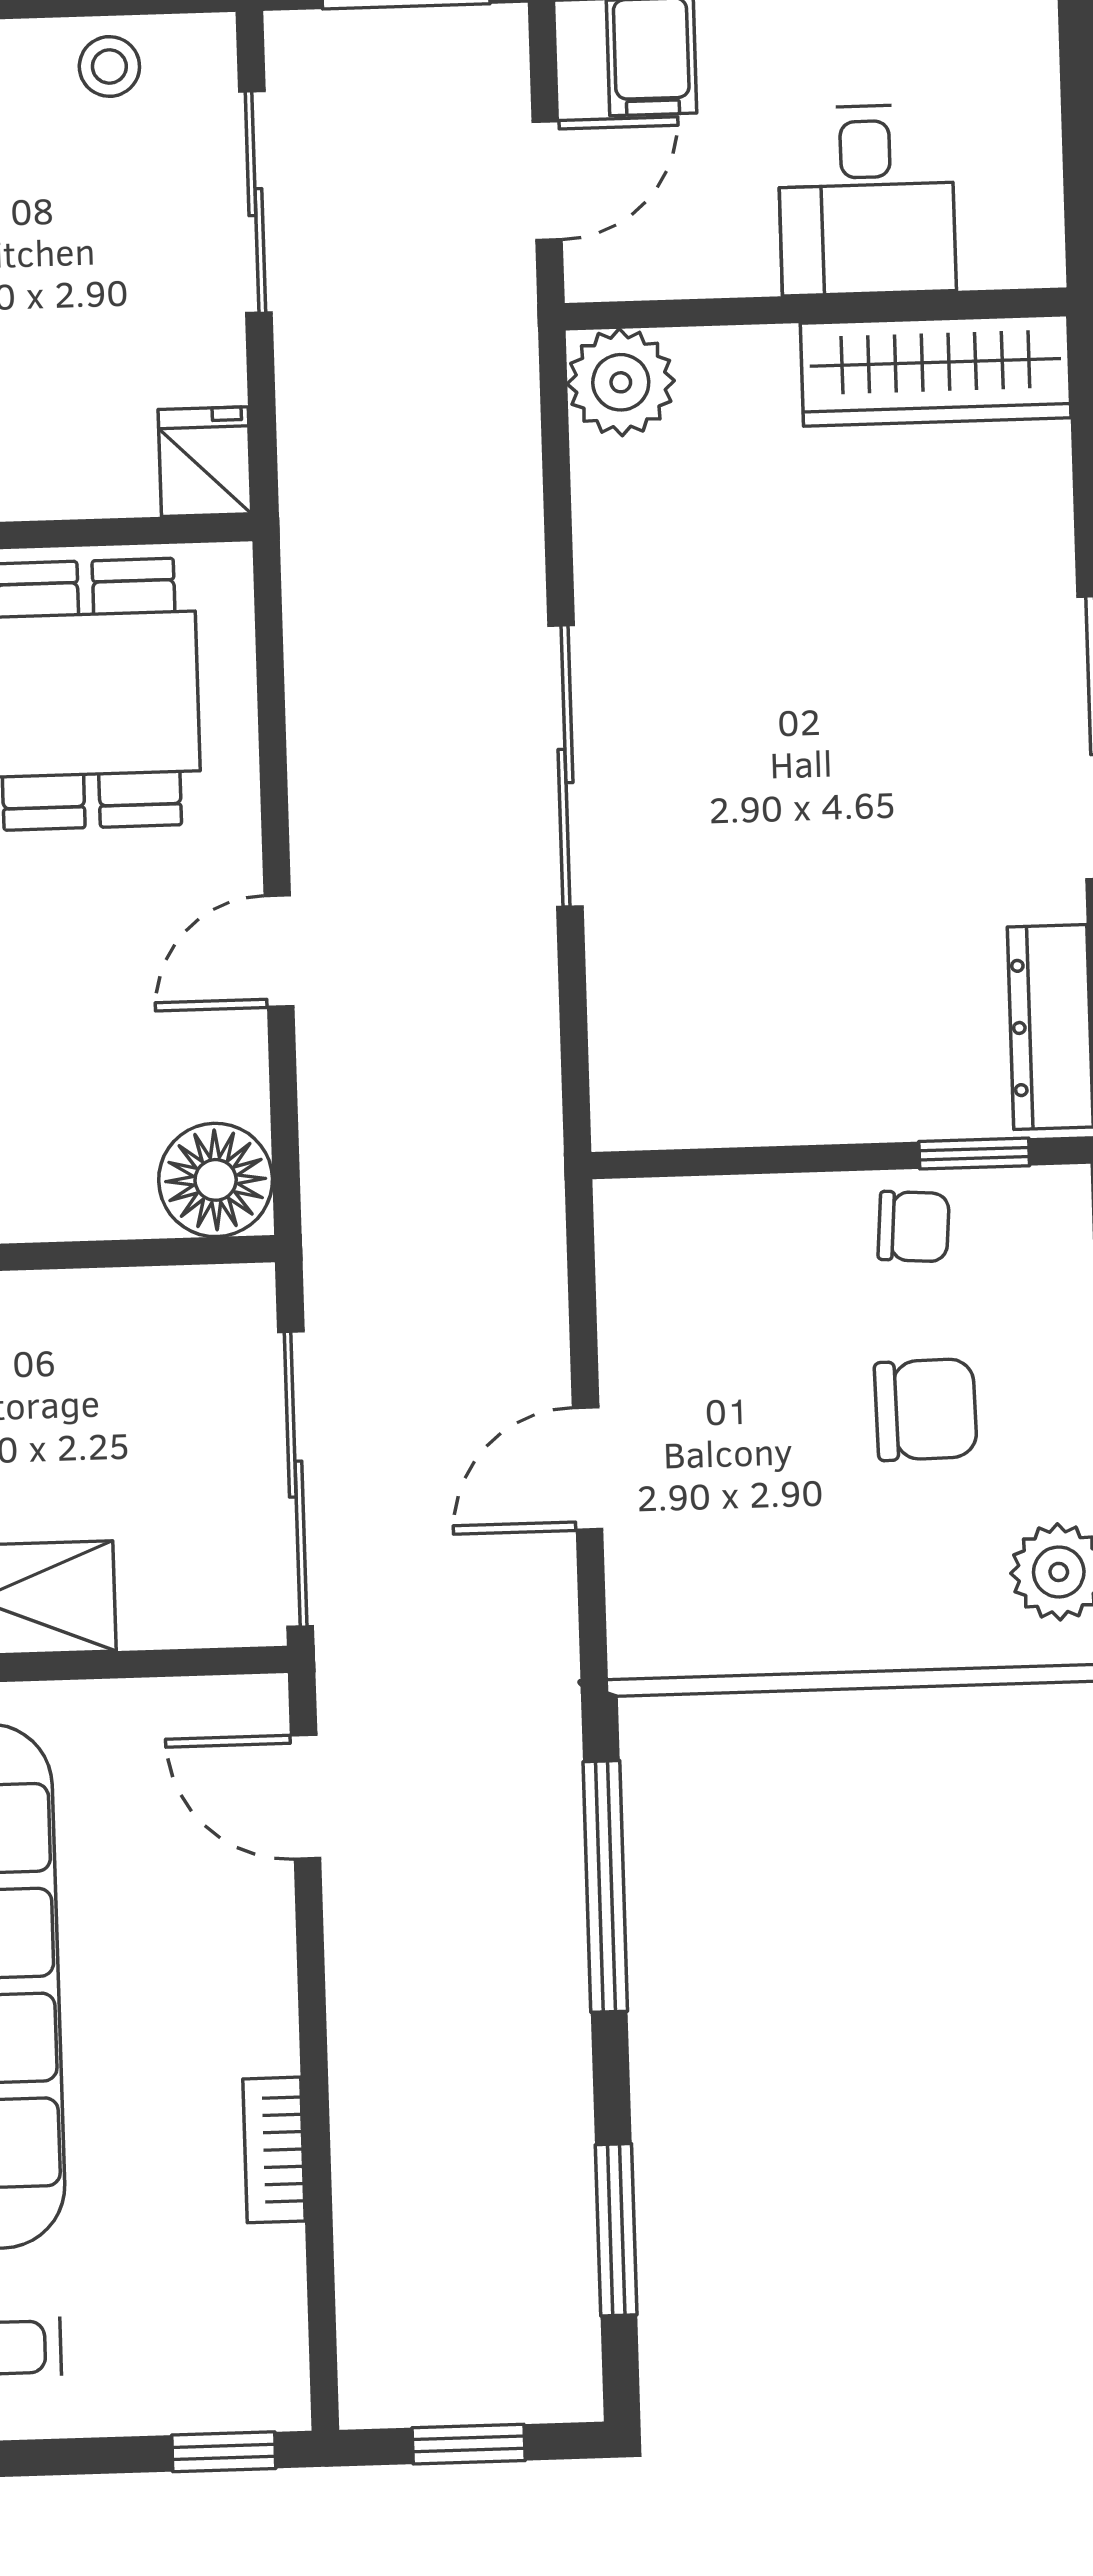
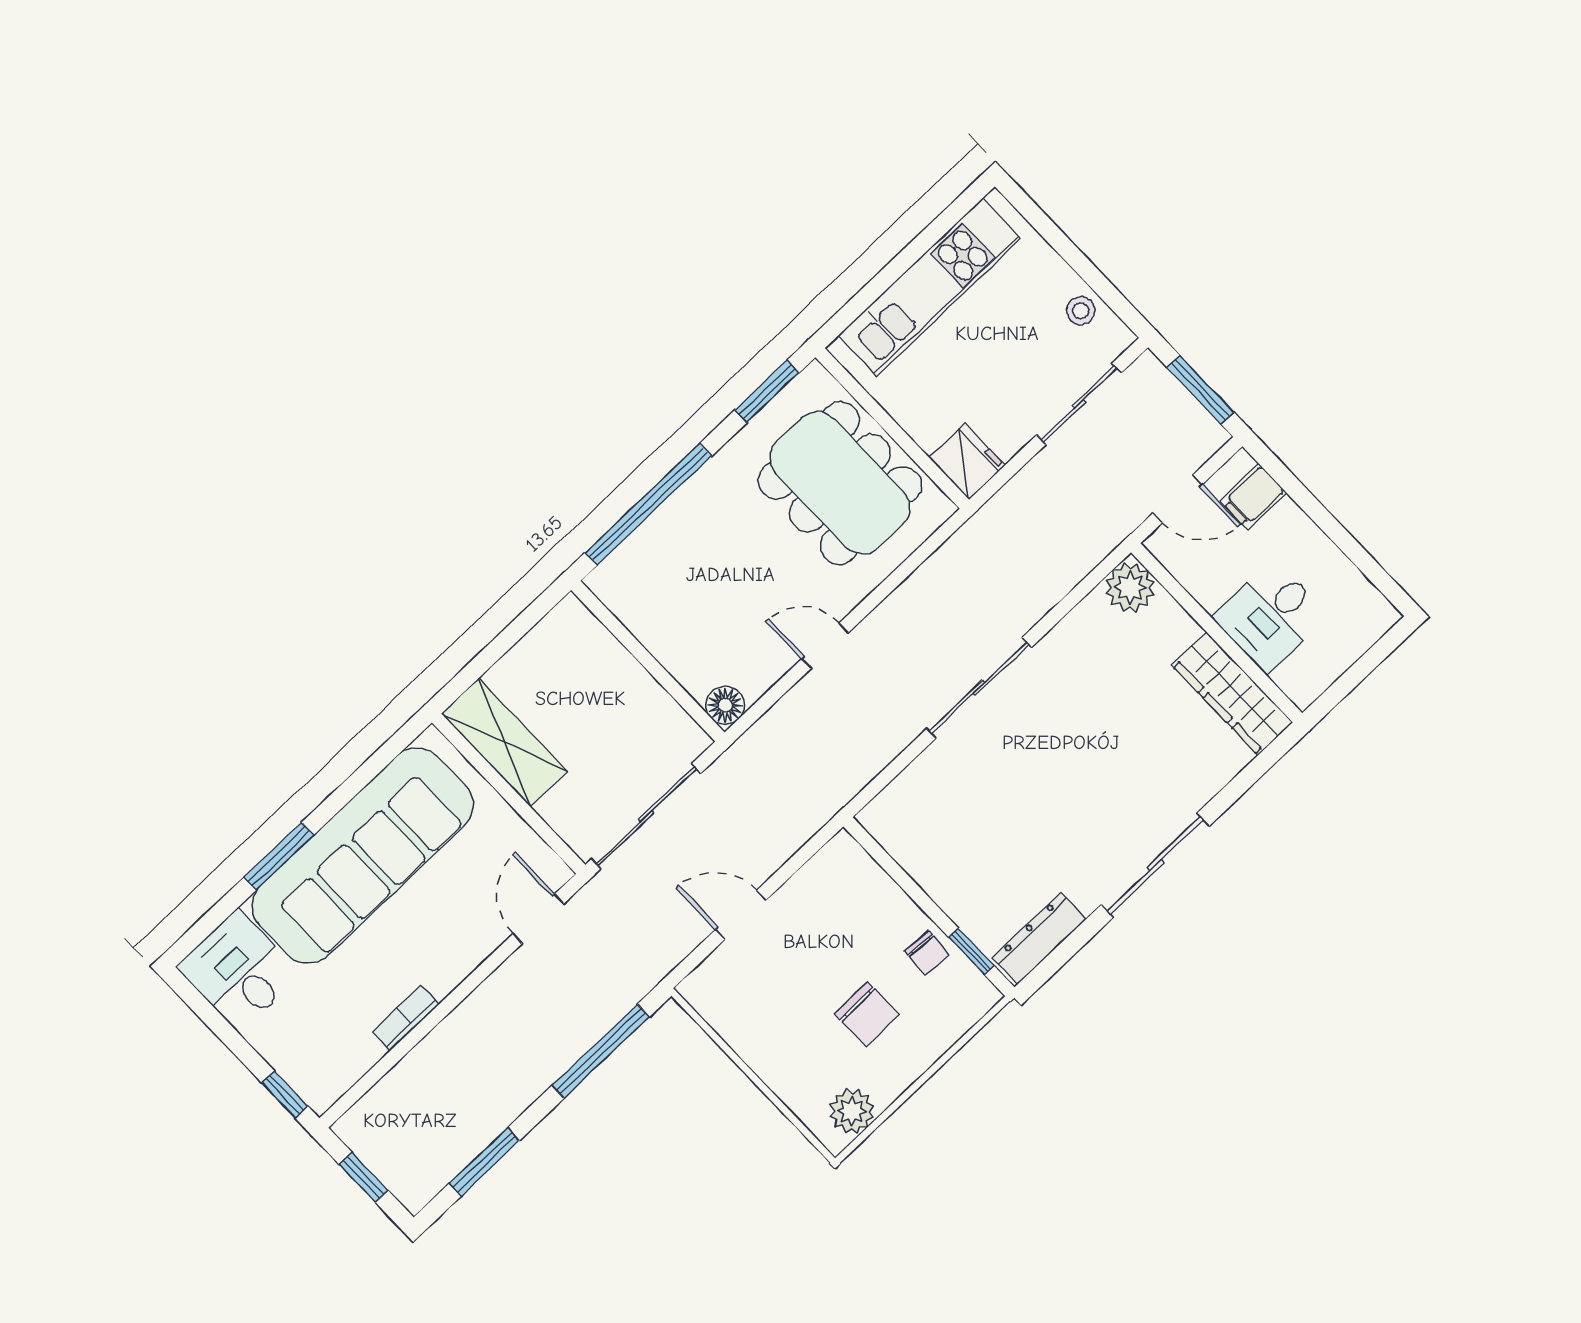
fridge: (205, 462) -> (967, 461), width x1.38
floor lamp: (216, 1180) -> (725, 705), width x0.73, depth x0.73

